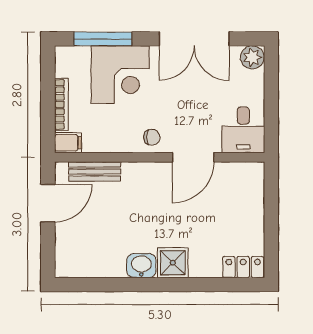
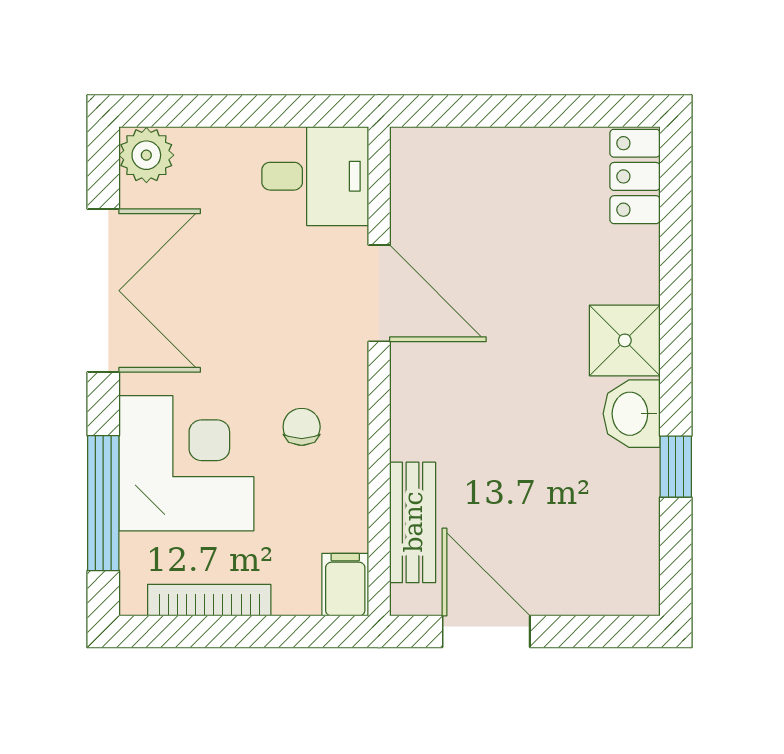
bookcase: (61, 104) -> (209, 600), moved
chair: (152, 137) -> (302, 427), moved
window: (119, 285) -> (676, 467), added

